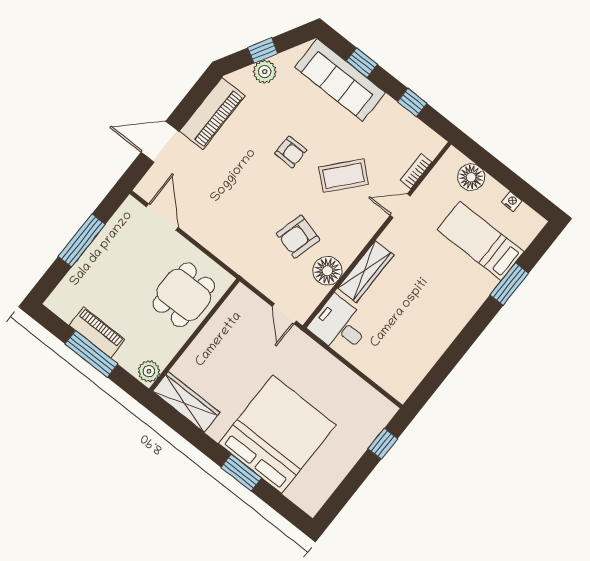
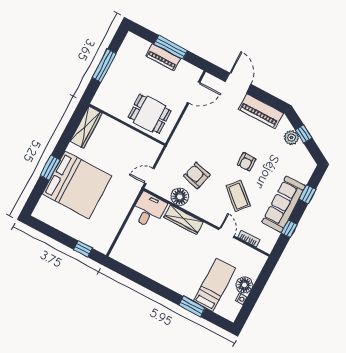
sofa: (340, 80) -> (284, 204), moved
floor lamp: (471, 177) -> (244, 285), moved
piano: (97, 333) -> (163, 57), moved, turned 90
plant: (149, 371) -> (100, 102), removed

